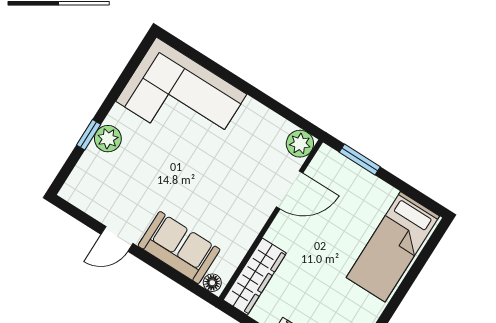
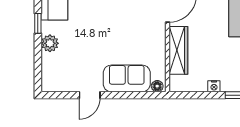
window: (89, 135) -> (38, 23), moved
wardrobe: (255, 277) -> (178, 50), moved

